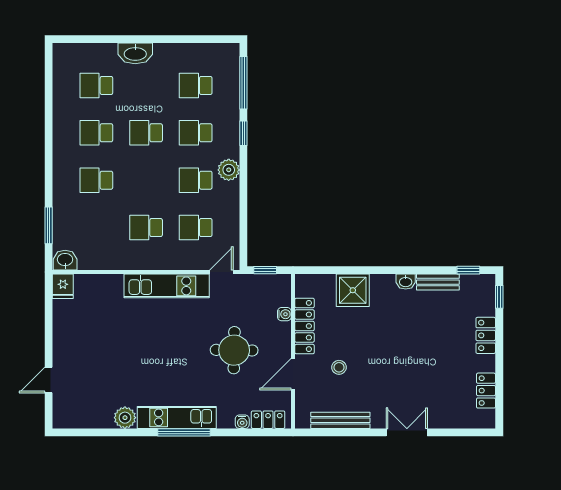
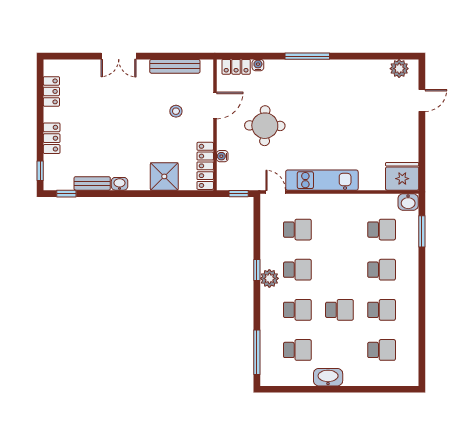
washbasin: (135, 53) -> (328, 377), moved
window: (243, 133) -> (257, 270), moved
school desk: (146, 228) -> (382, 230), moved
door: (221, 272) -> (276, 192), swing flipped
fridge: (63, 286) -> (402, 176), width x1.88, depth x1.34
locker: (304, 326) -> (205, 166), moved
kitchen unit: (177, 417) -> (313, 69), removed
plant: (125, 418) -> (399, 69), moved

